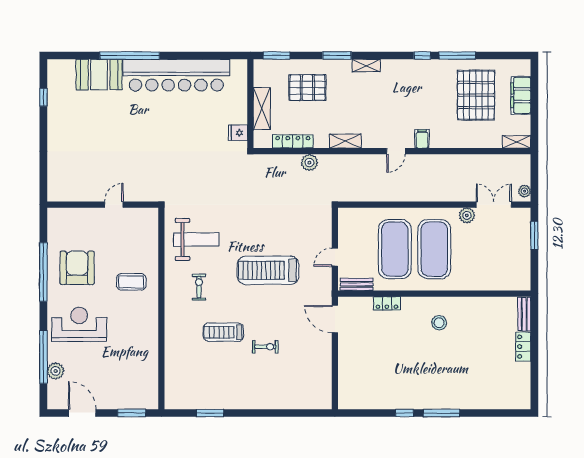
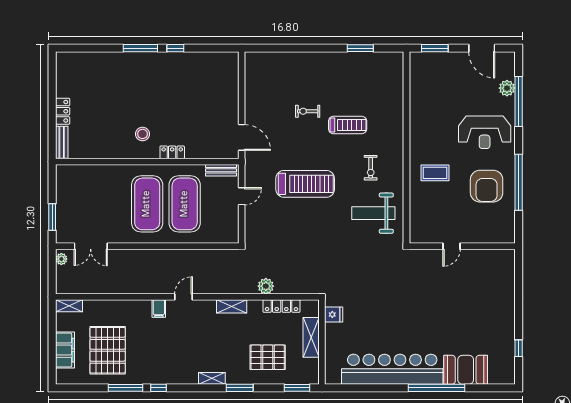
plant: (467, 215) -> (116, 236), removed
locker: (387, 303) -> (172, 152), moved

